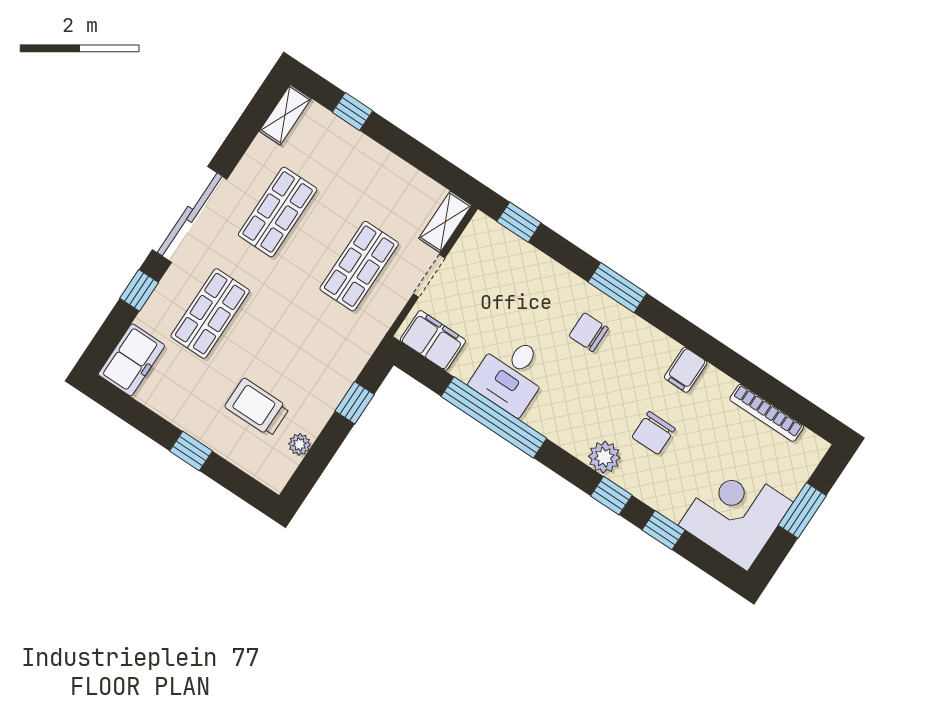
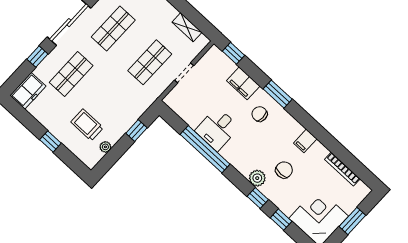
shelving: (445, 222) -> (187, 27), moved, turned 90
filing cabinet: (433, 340) -> (243, 83), moved, turned 180
chair: (654, 433) -> (284, 170), turned 180

